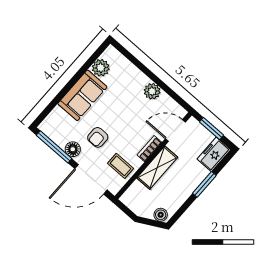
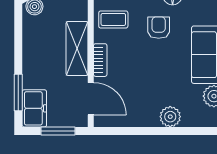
plant: (152, 91) -> (170, 117), moved
door: (175, 131) -> (91, 99), hinge flipped
window: (204, 184) -> (18, 92), moved

